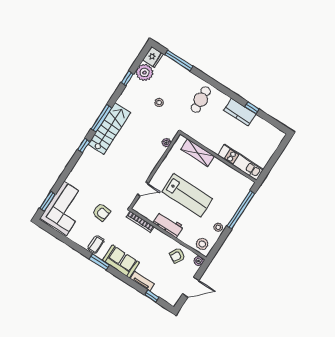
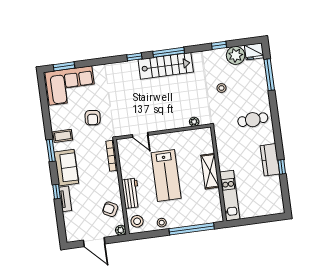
shelving: (198, 153) -> (210, 171), moved
workbench: (168, 225) -> (131, 193), moved
window: (152, 296) -> (56, 192), moved

